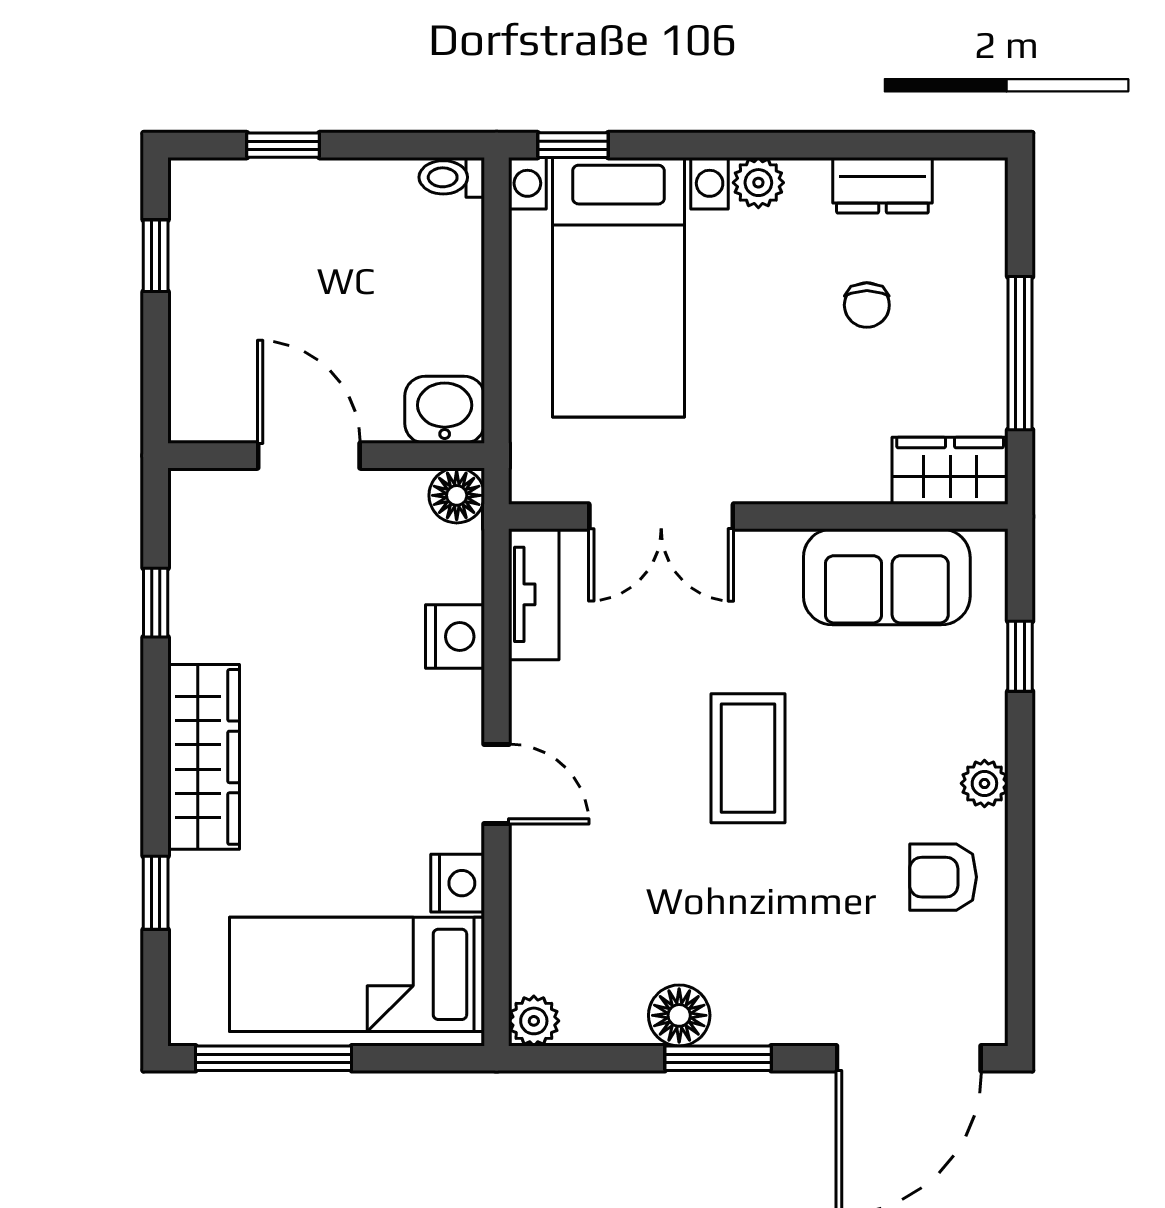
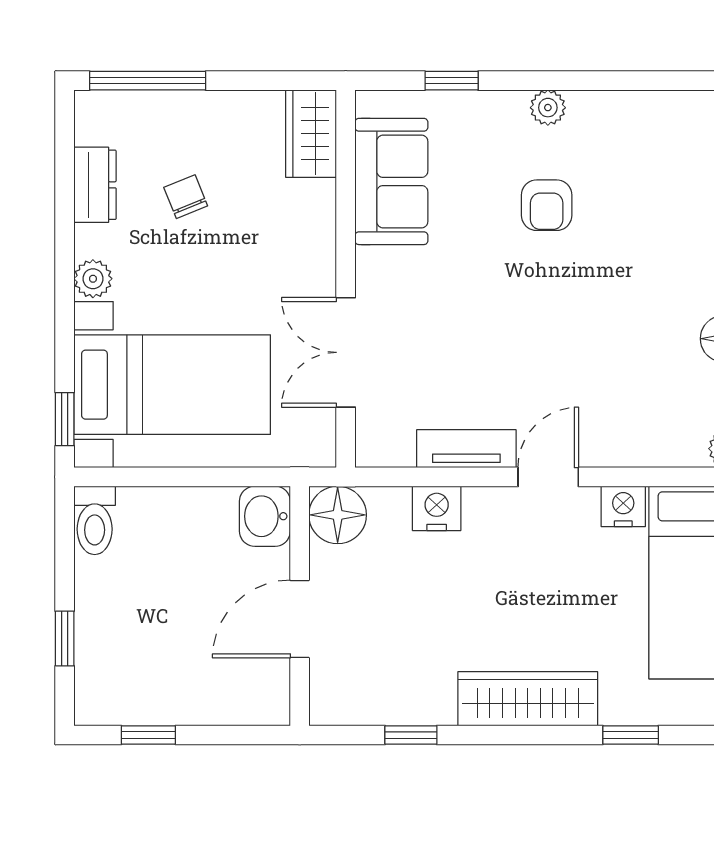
toilet: (452, 177) -> (95, 520), width x1.37, depth x1.39
chair: (867, 305) -> (186, 197), turned -112
window: (1020, 353) -> (148, 81), moved
floor lamp: (457, 495) -> (338, 515), width x1.38, depth x1.38
double door: (661, 516) -> (346, 352), swing flipped
tv unit: (534, 594) -> (466, 449), moved
coffee table: (748, 758) -> (529, 287), removed
armchair: (943, 877) -> (547, 205), moved

